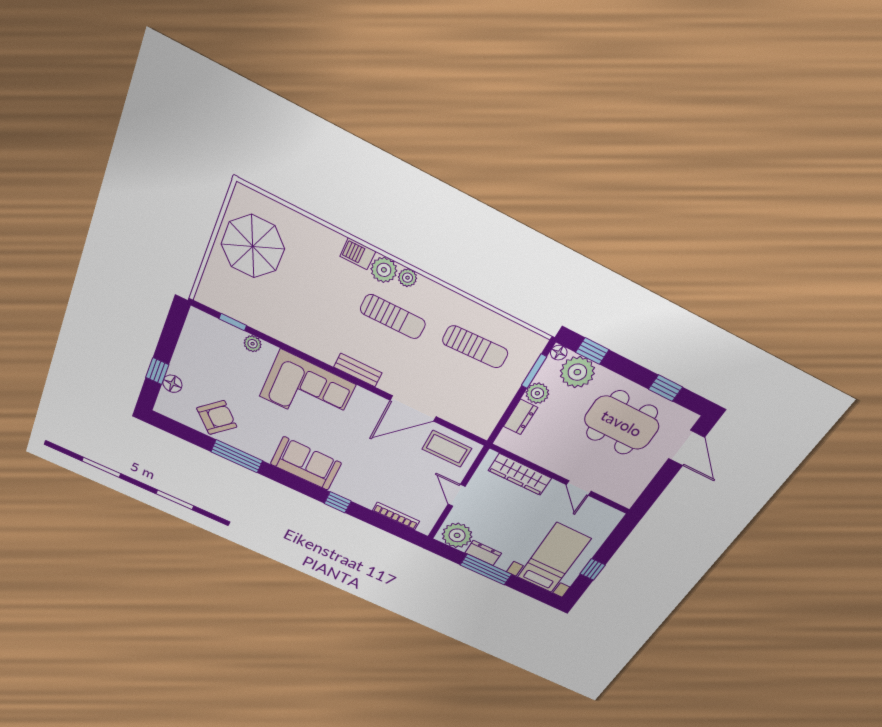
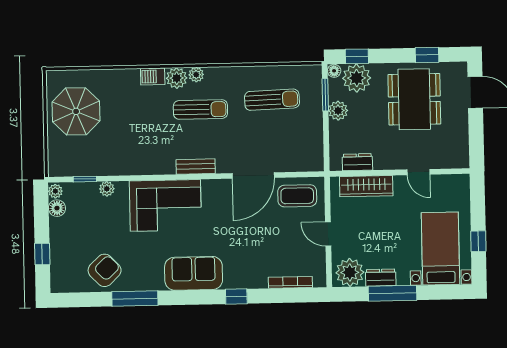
plant: (195, 318) -> (55, 191), added
floor lamp: (172, 384) -> (57, 208), moved
dresser: (520, 417) -> (357, 162), moved, turned -90
dining table: (622, 423) -> (414, 99), turned 90

